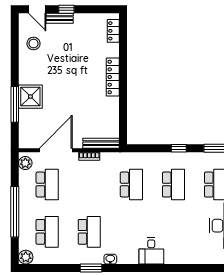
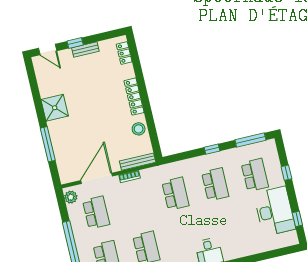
bench: (60, 18) -> (85, 50), moved
stool: (34, 44) -> (139, 129), moved
shower: (30, 97) -> (55, 108), moved

